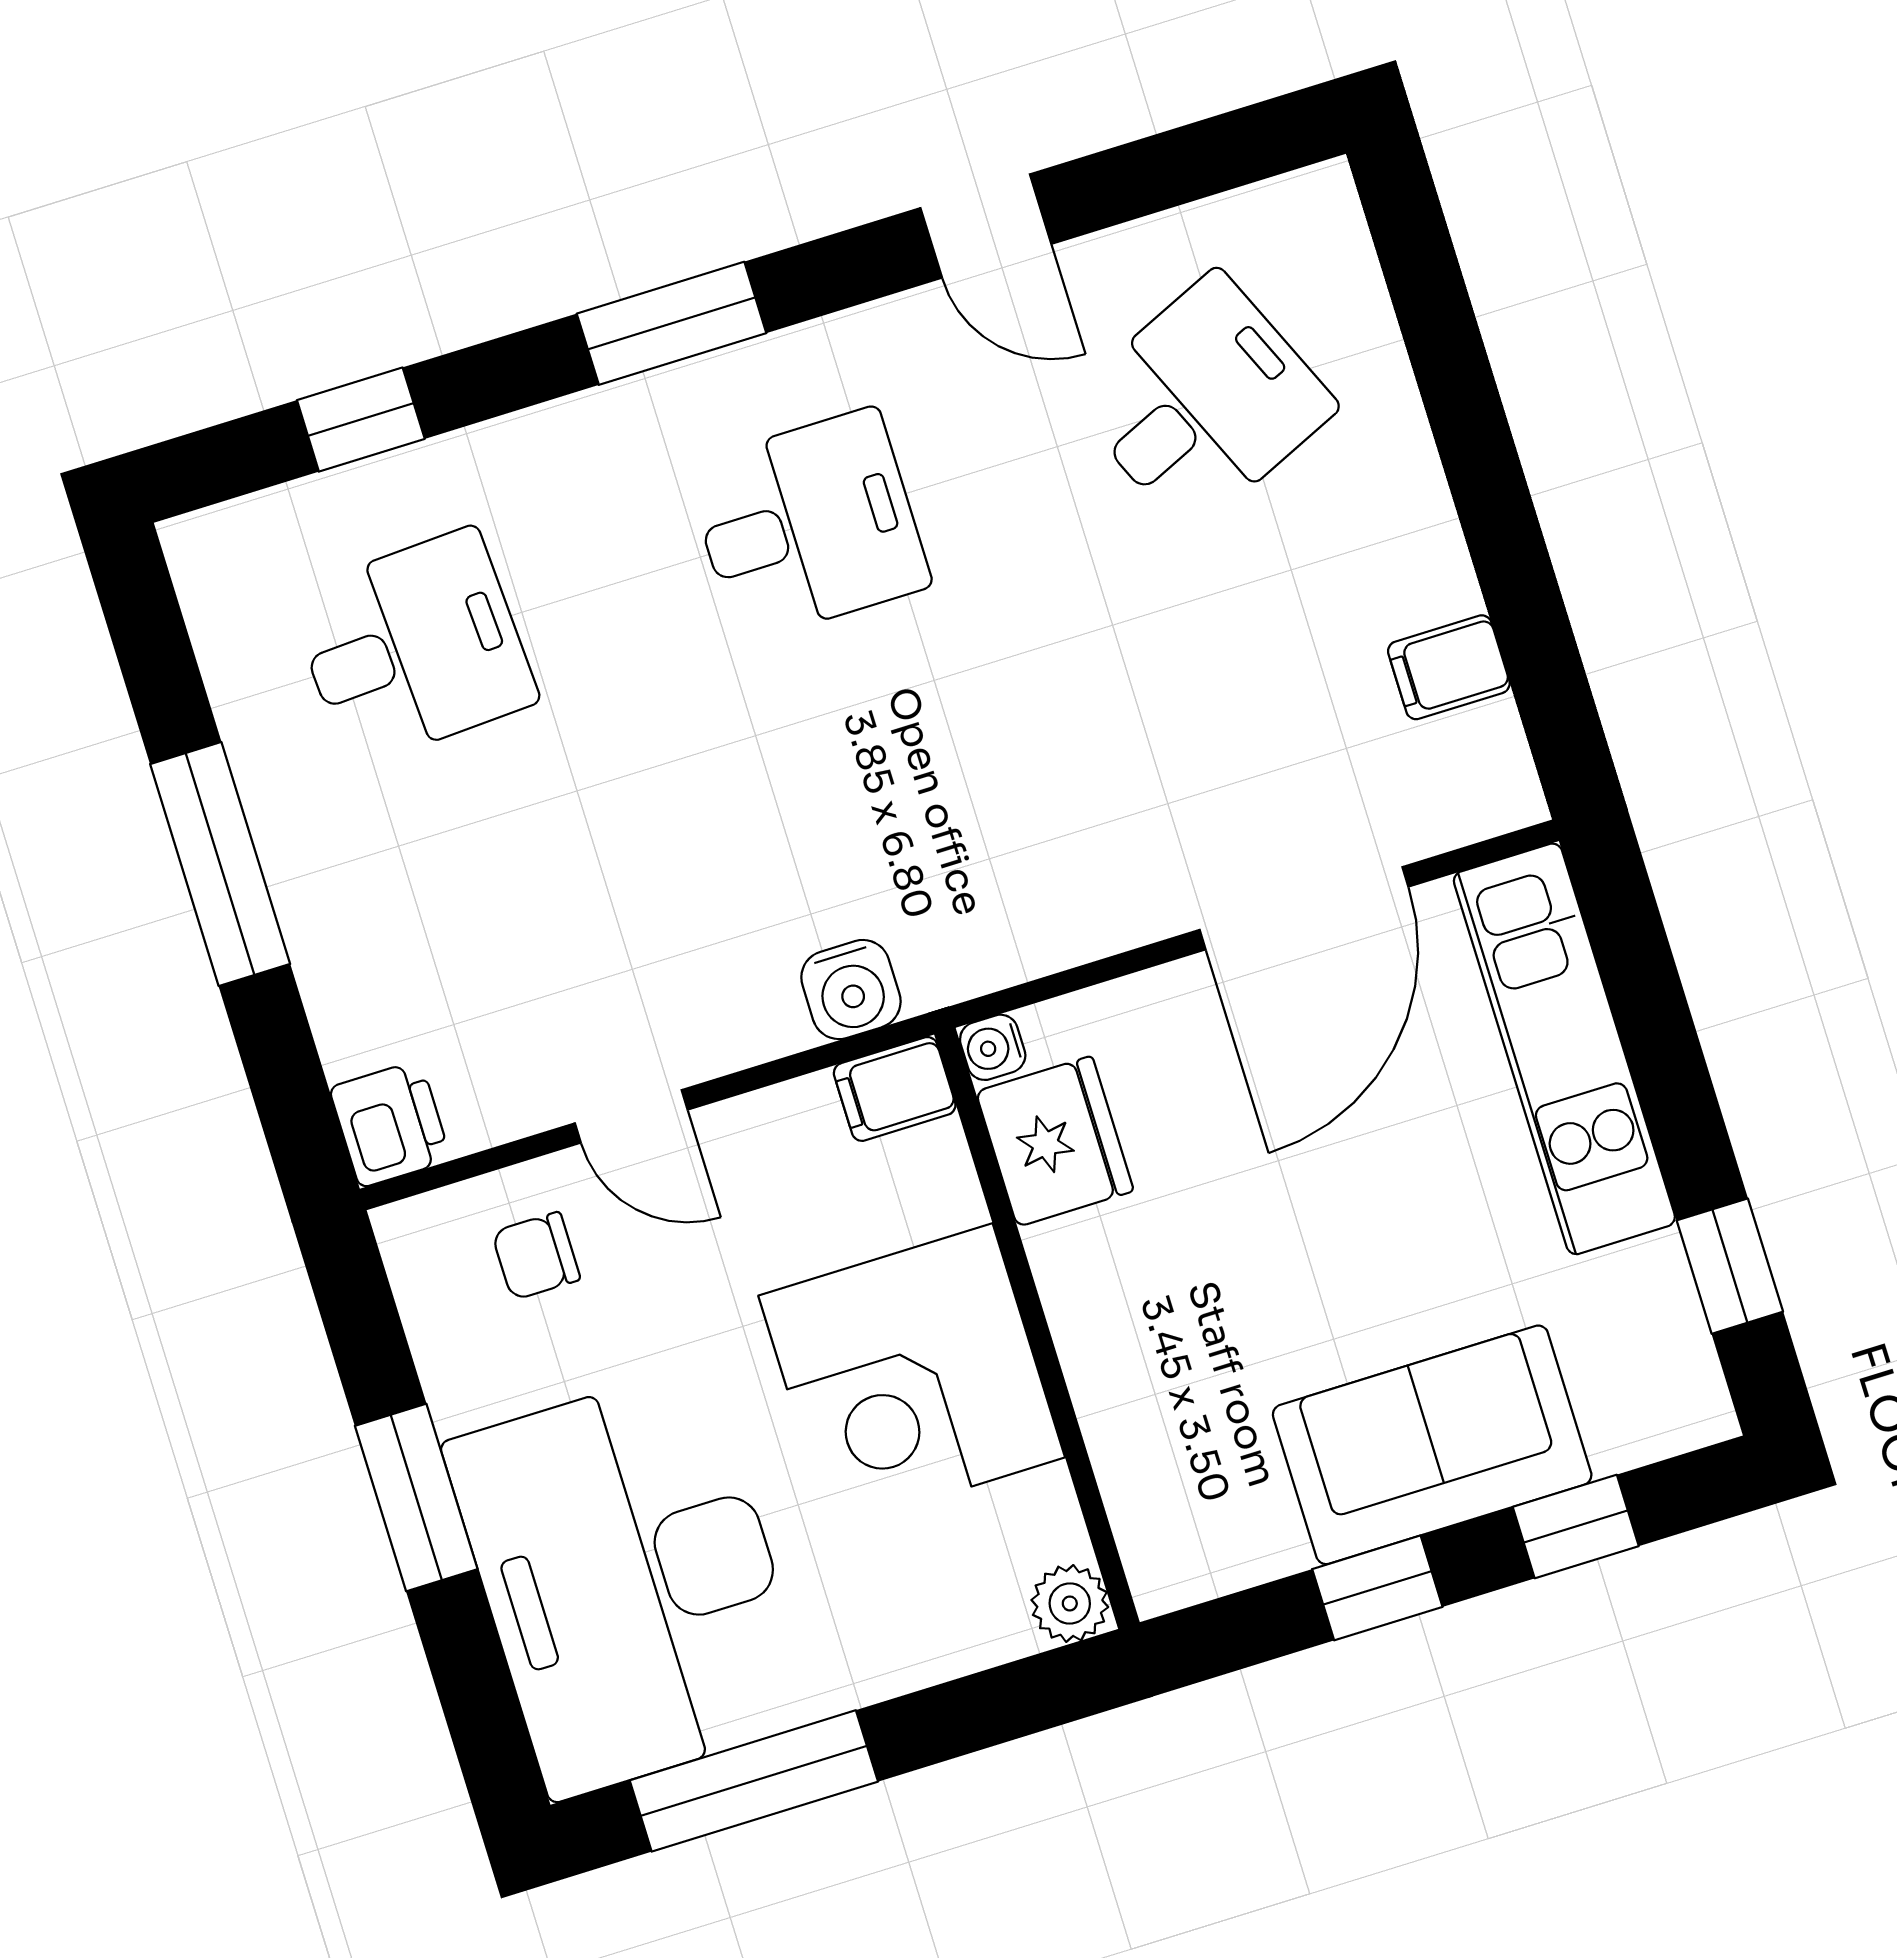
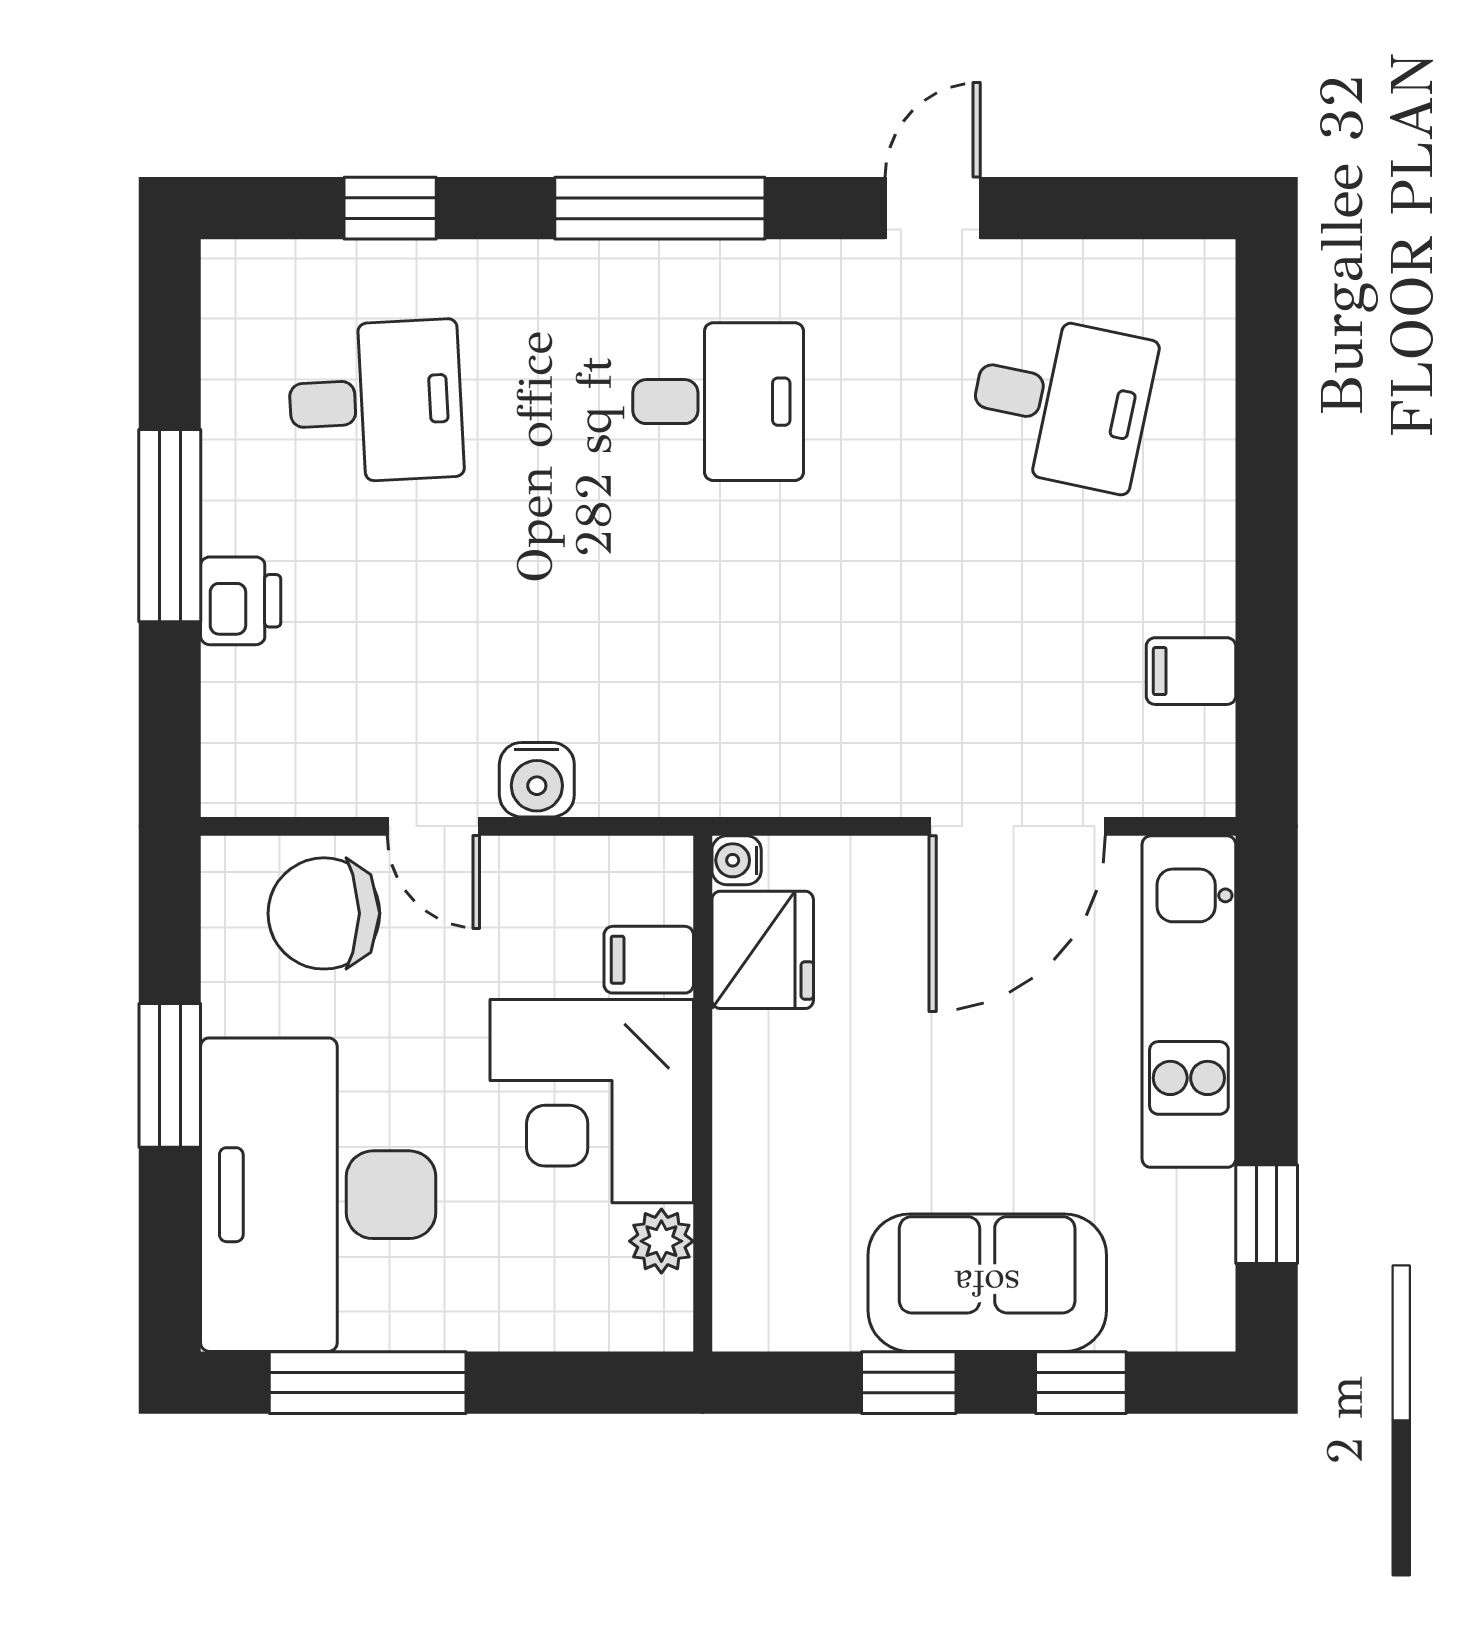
door: (986, 226) -> (933, 208), swing flipped
window: (672, 323) -> (660, 208), width x1.44
desk: (1203, 403) -> (1061, 402), turned 36
water cooler: (851, 990) -> (537, 780), moved
filing cabinet: (895, 1089) -> (649, 960), moved
printer: (390, 1124) -> (241, 601), moved
chair: (536, 1256) -> (324, 913), width x1.87, depth x1.87
plant: (1070, 1603) -> (661, 1241), moved

